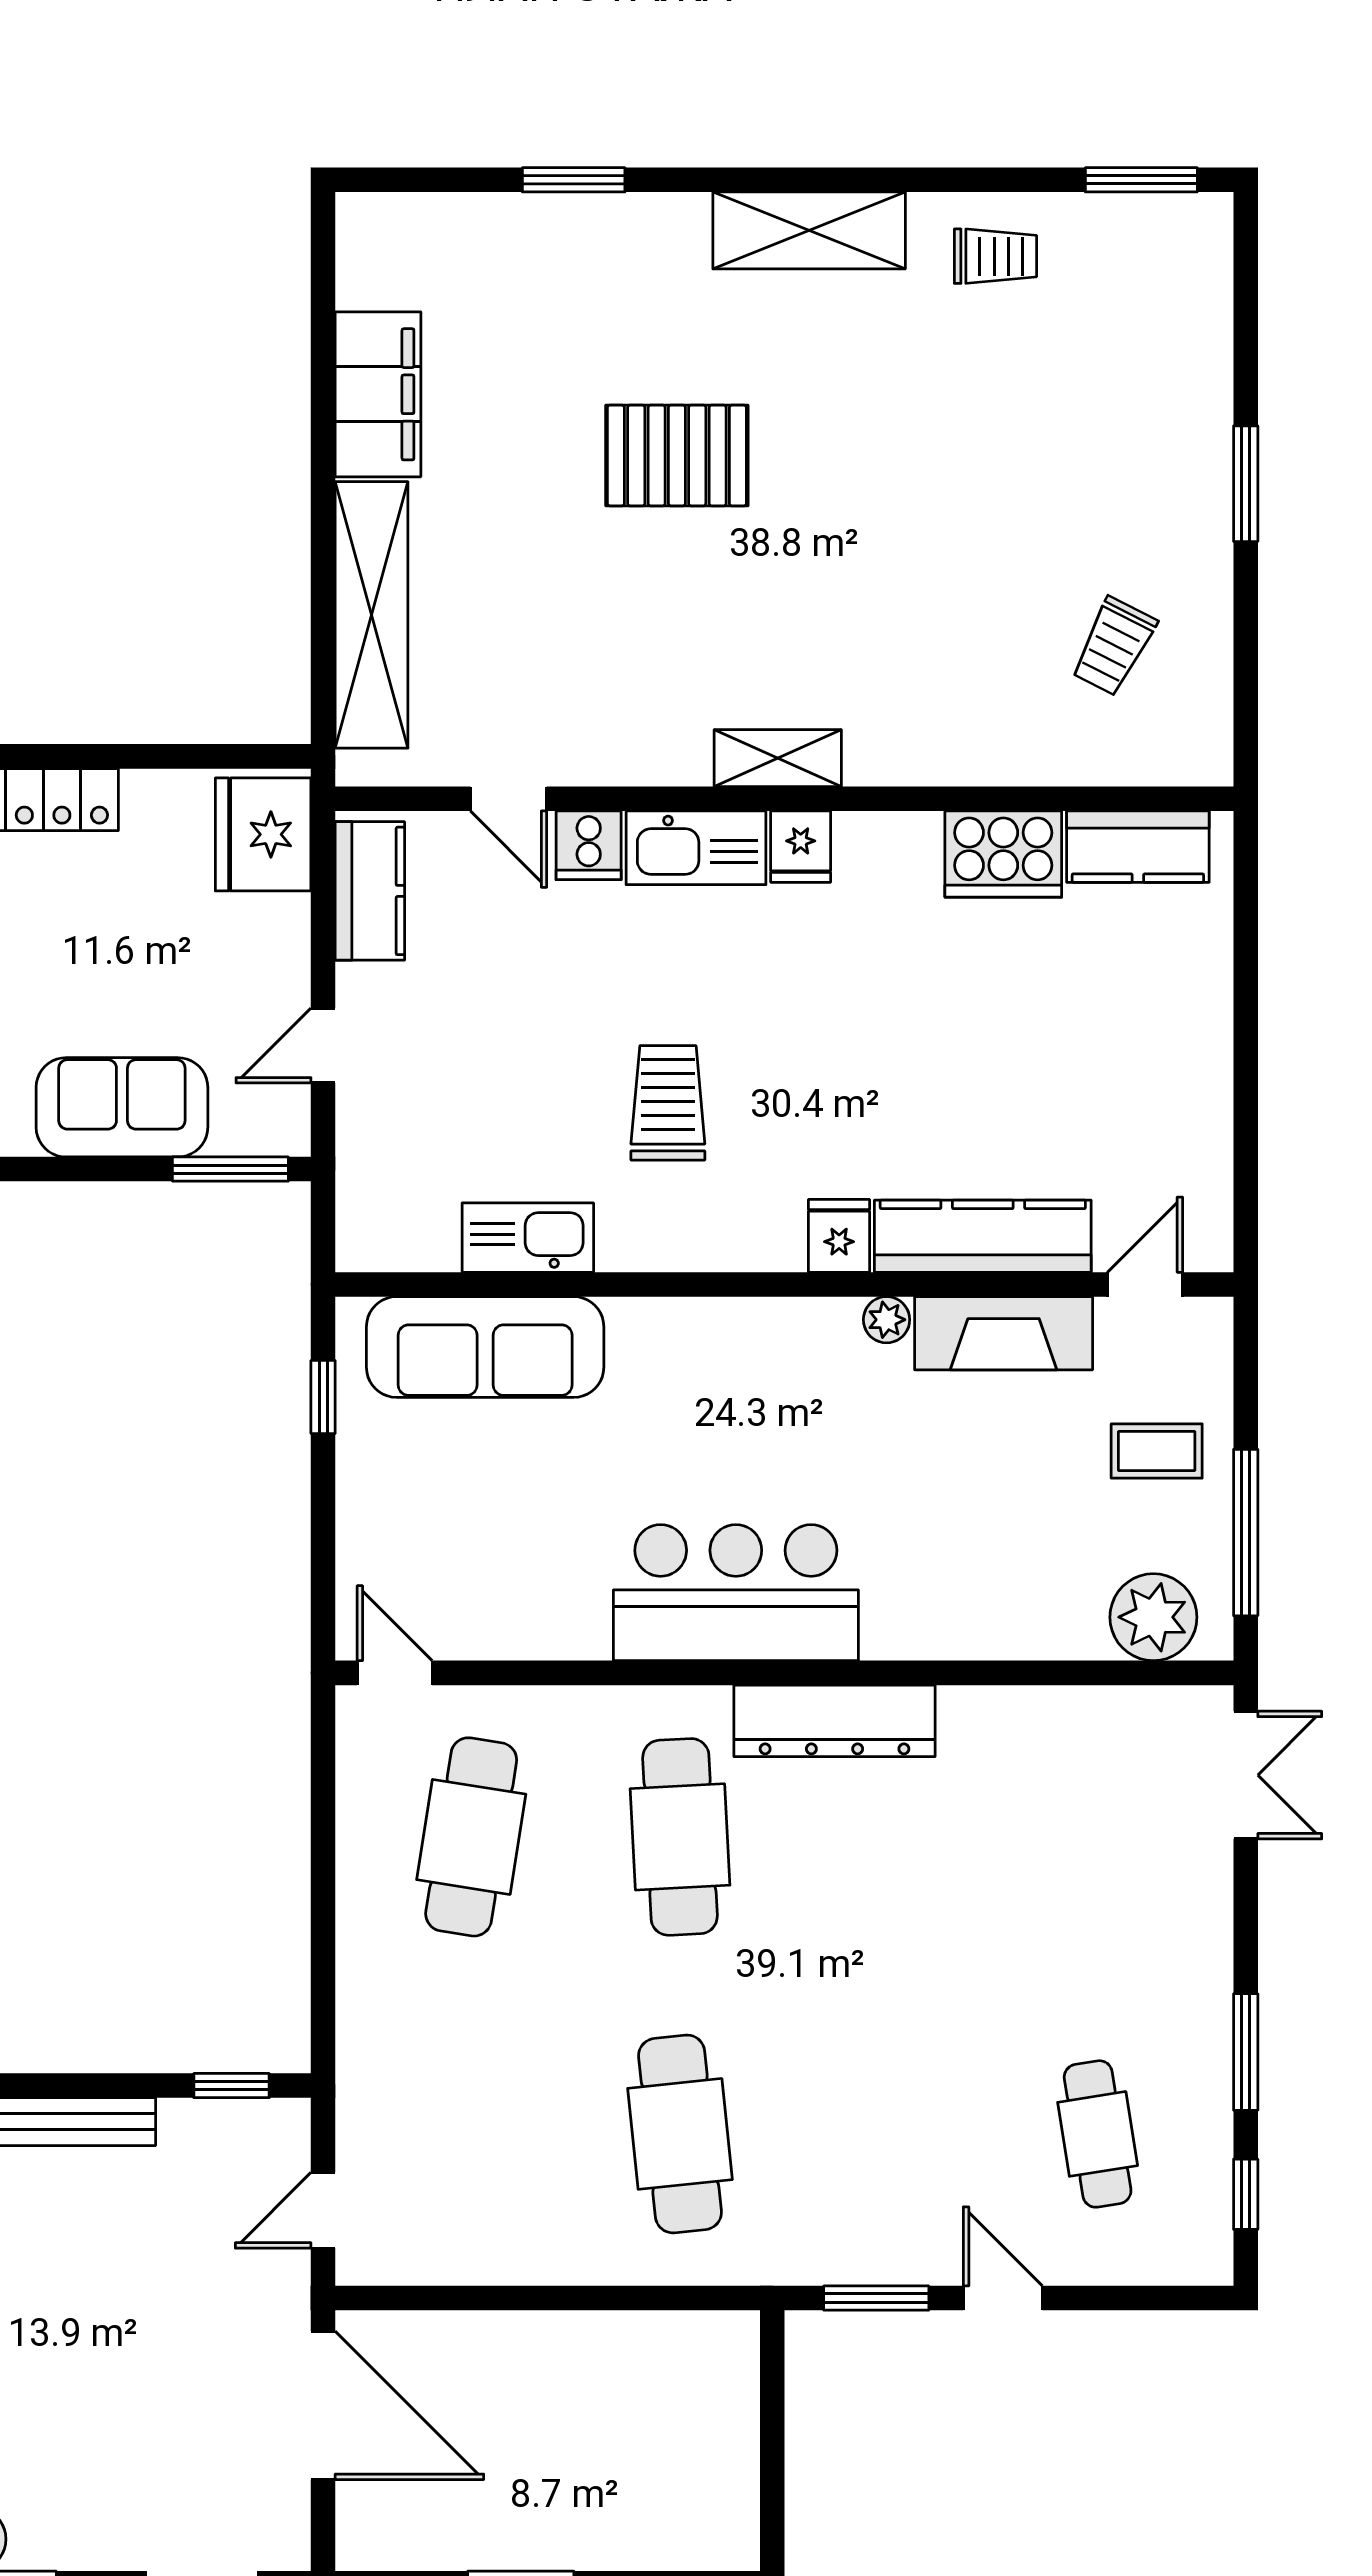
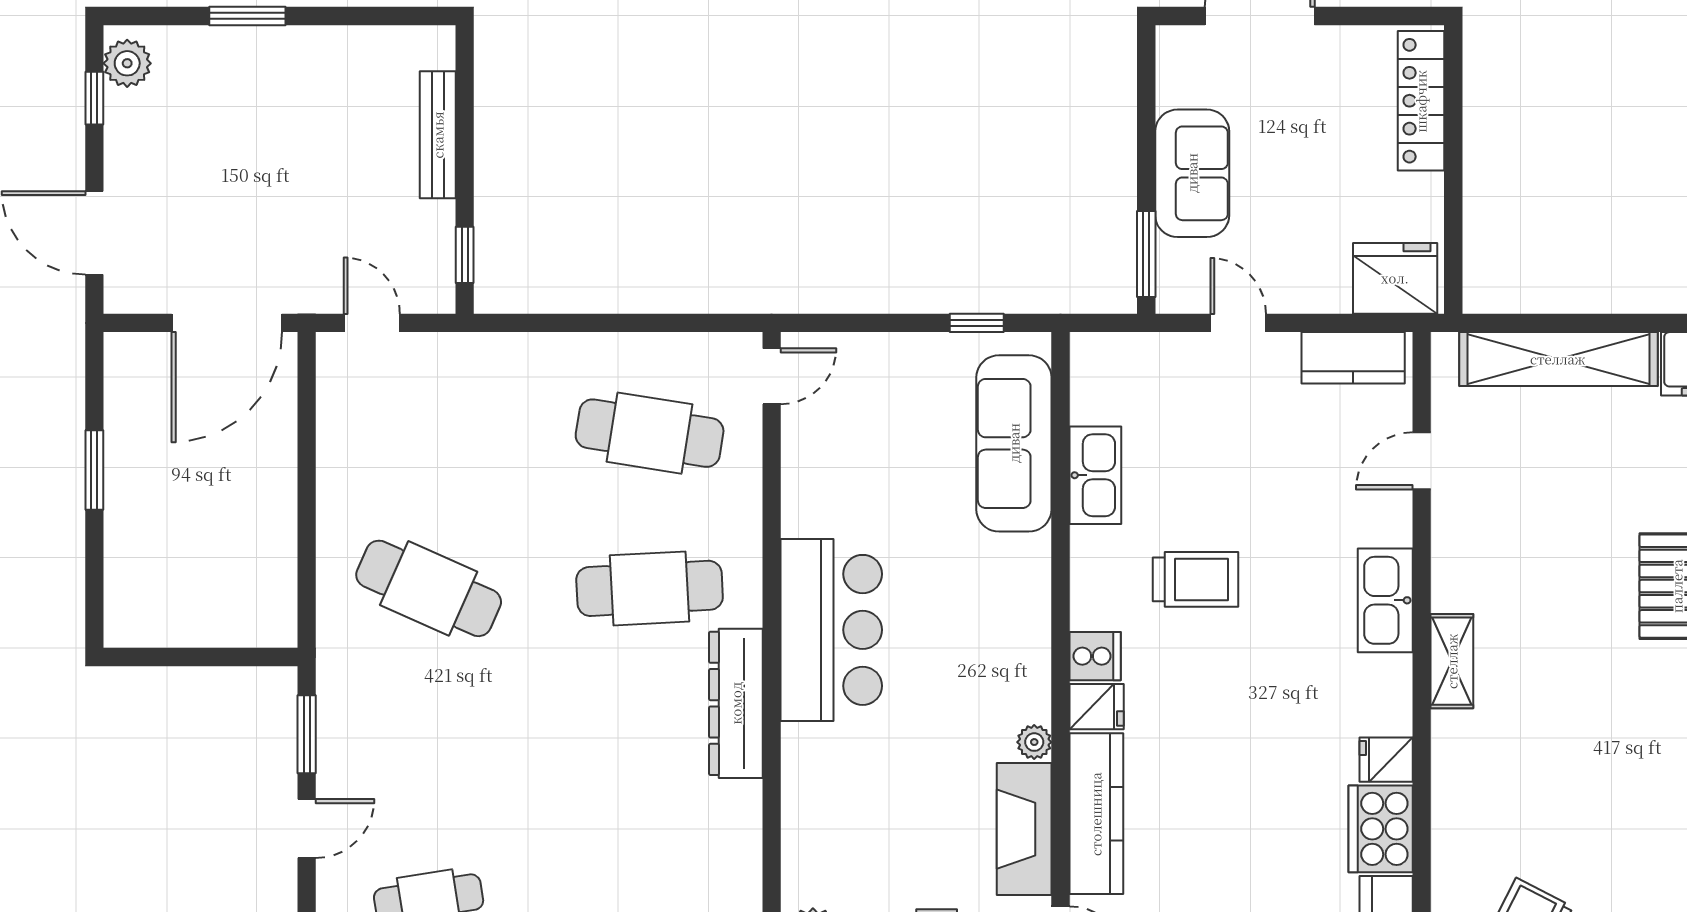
cooker: (589, 845) -> (1095, 656), moved, turned 180
fridge: (801, 847) -> (1386, 760), moved
cafe table: (680, 2134) -> (429, 588), turned 30

